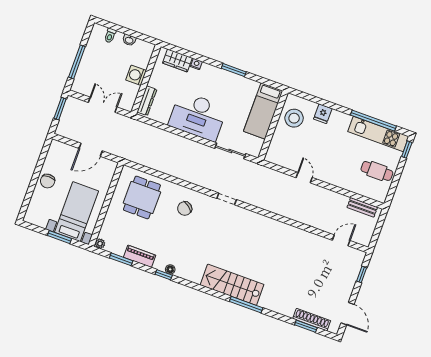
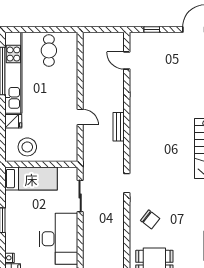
kitchen unit: (378, 134) -> (13, 73), width x1.36
window: (407, 149) -> (18, 29), removed
door: (304, 178) -> (80, 117), swing flipped
bench: (362, 207) -> (119, 127), moved

